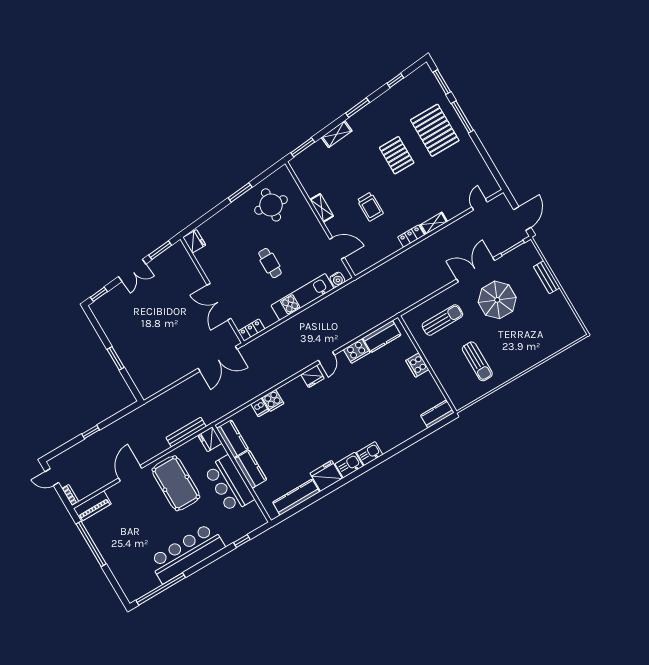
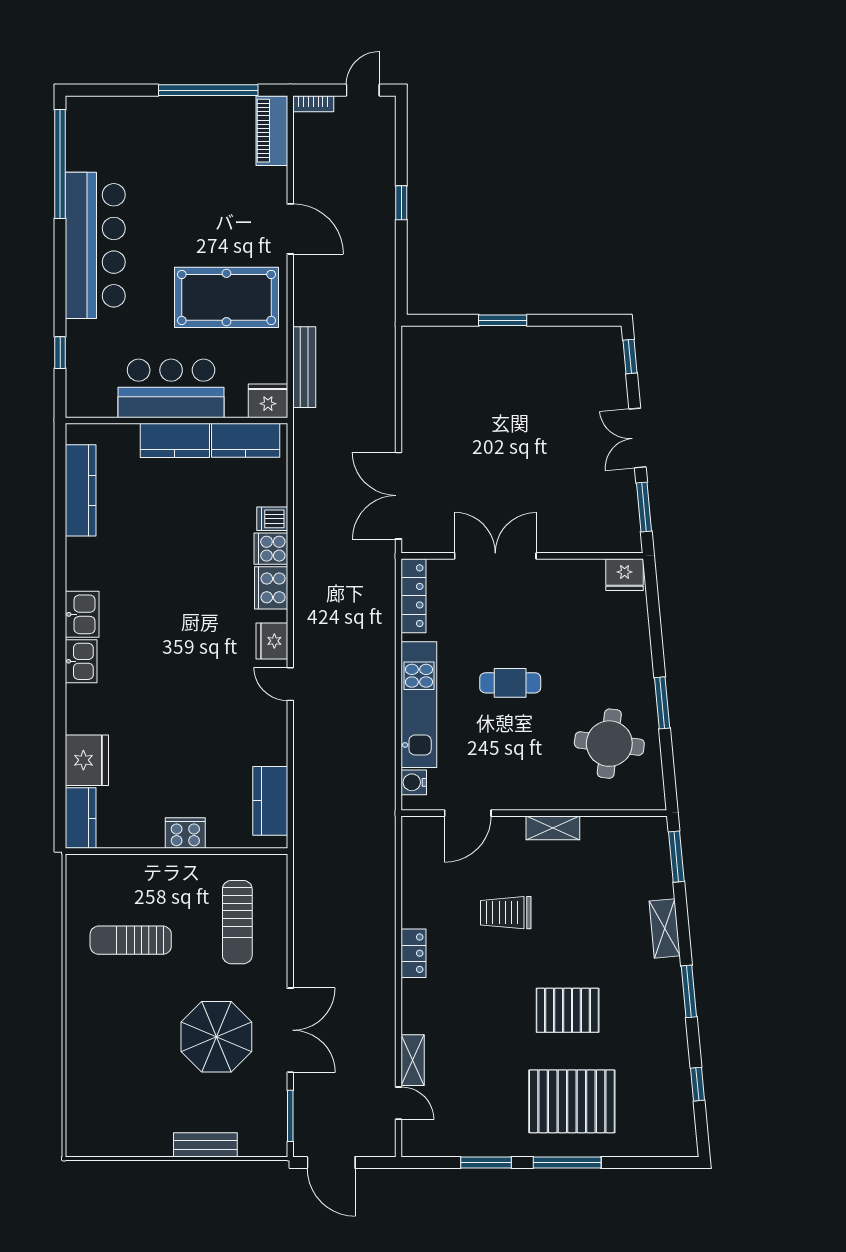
window: (442, 82) -> (486, 1162), moved
shelving: (434, 223) -> (413, 1060), moved
locker: (251, 330) -> (414, 596), width x1.53
cooker: (357, 351) -> (271, 588), moved
fridge: (326, 476) -> (87, 760), moved

